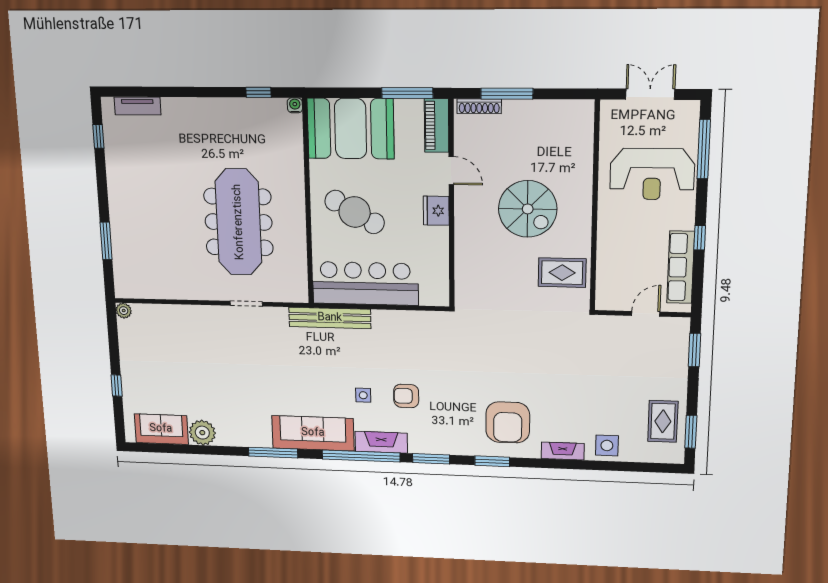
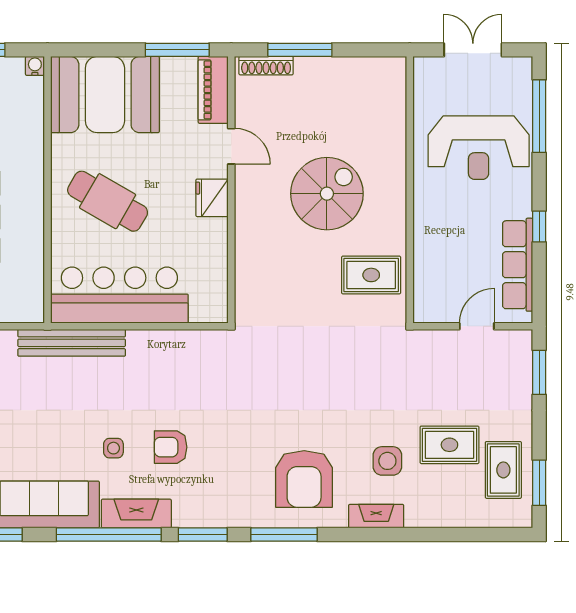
spiral stairs: (528, 209) -> (327, 194), turned -90
rug: (621, 402) -> (449, 445), added
side table: (607, 445) -> (387, 461), moved
window: (492, 461) -> (284, 534), width x1.44

